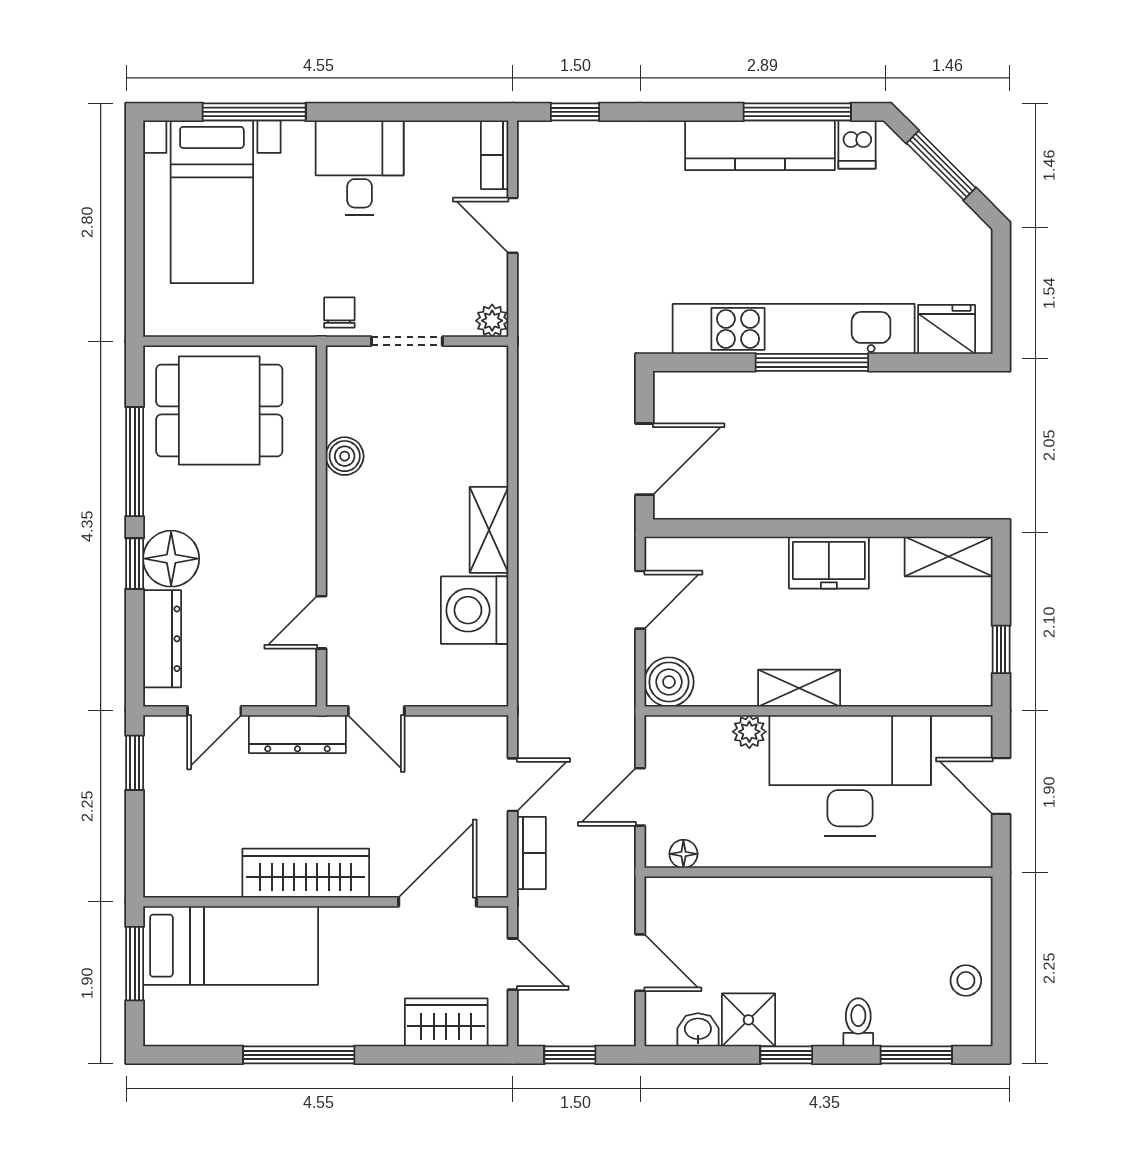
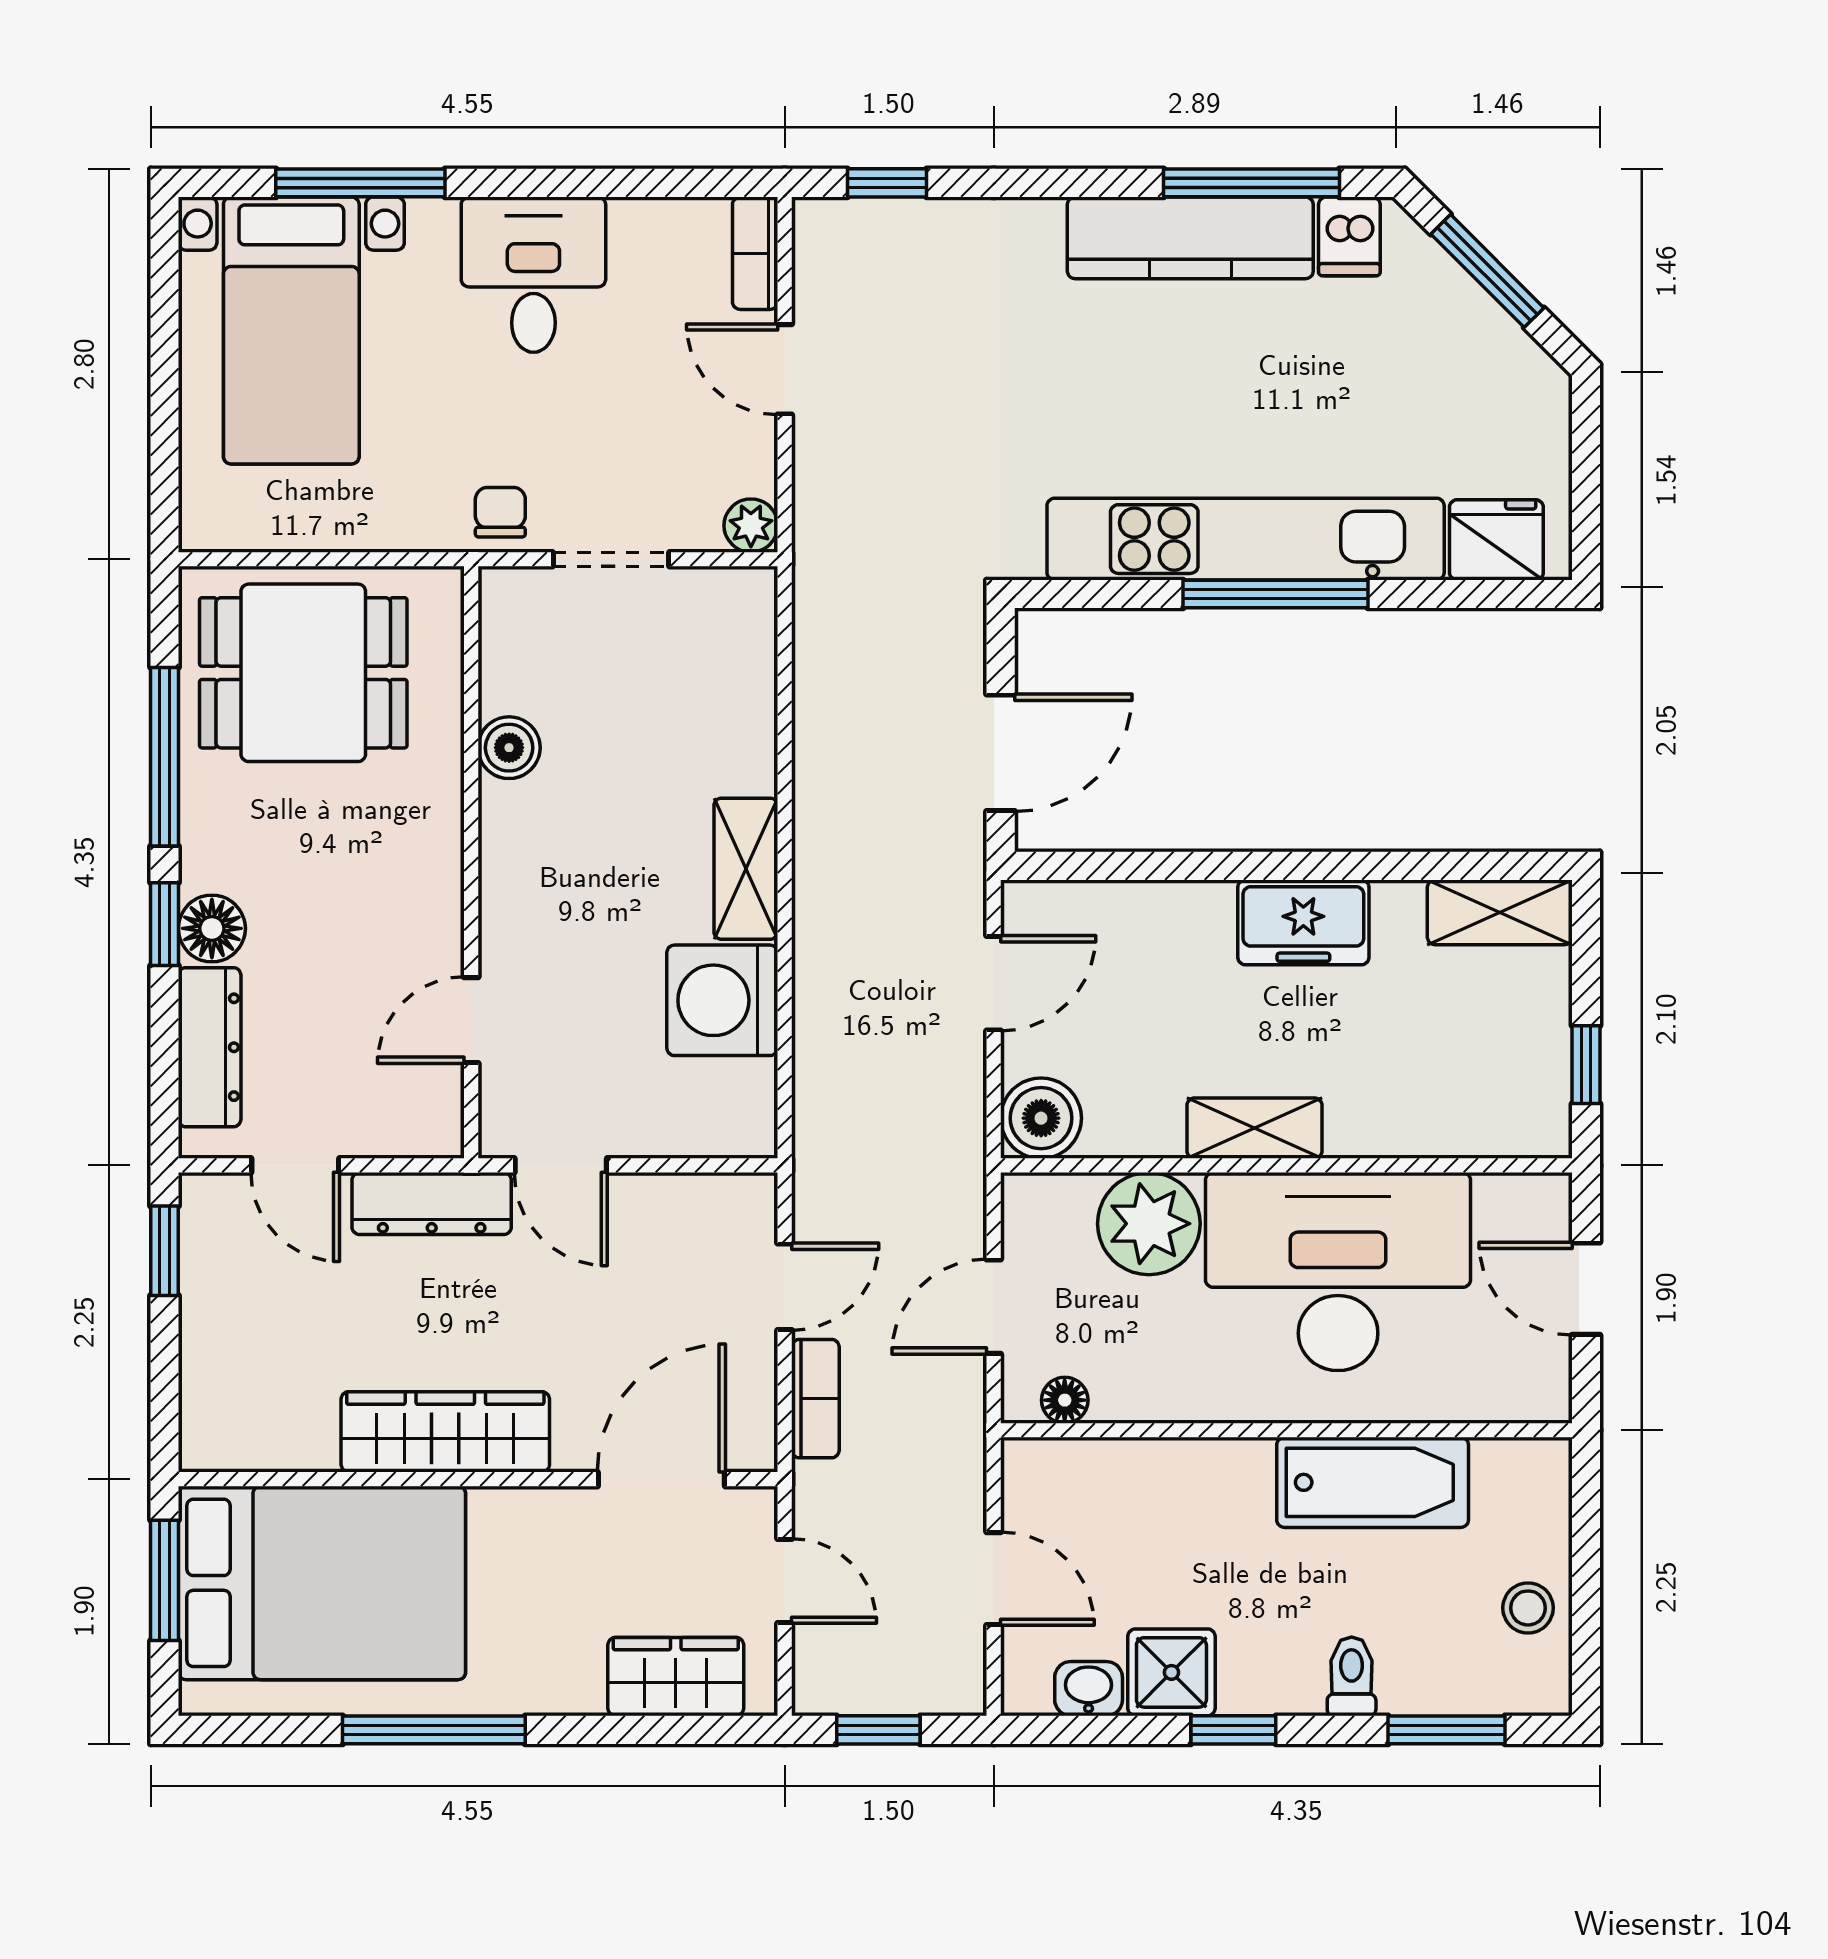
floor lamp: (171, 559) -> (212, 928), width x0.73, depth x0.73
door: (214, 711) -> (295, 1165), hinge flipped
plant: (749, 732) -> (1149, 1224), width x1.87, depth x1.87
bathtub: (871, 904) -> (1373, 1482), added
bed: (231, 946) -> (322, 1583), width x1.50

